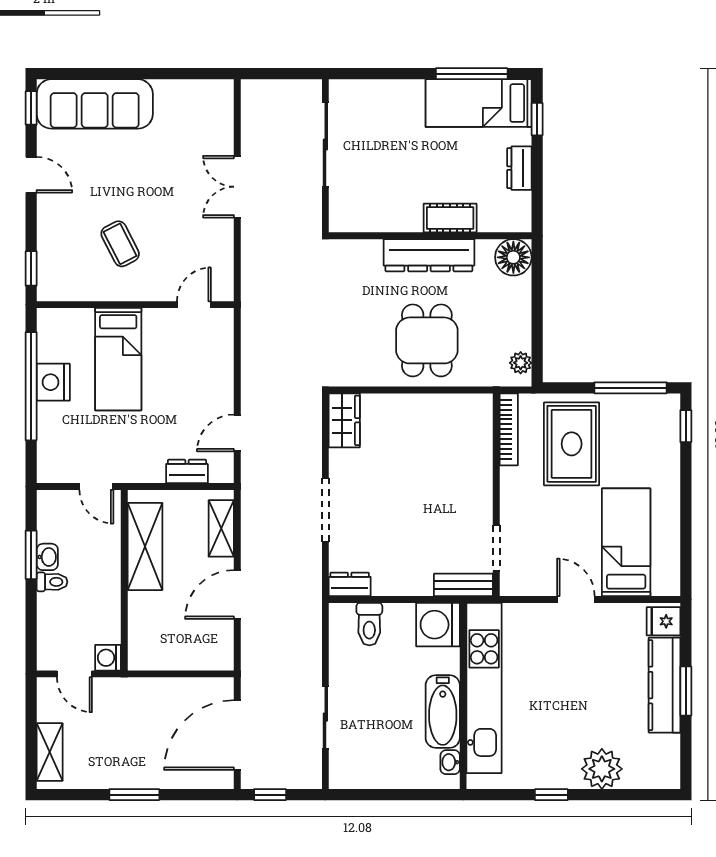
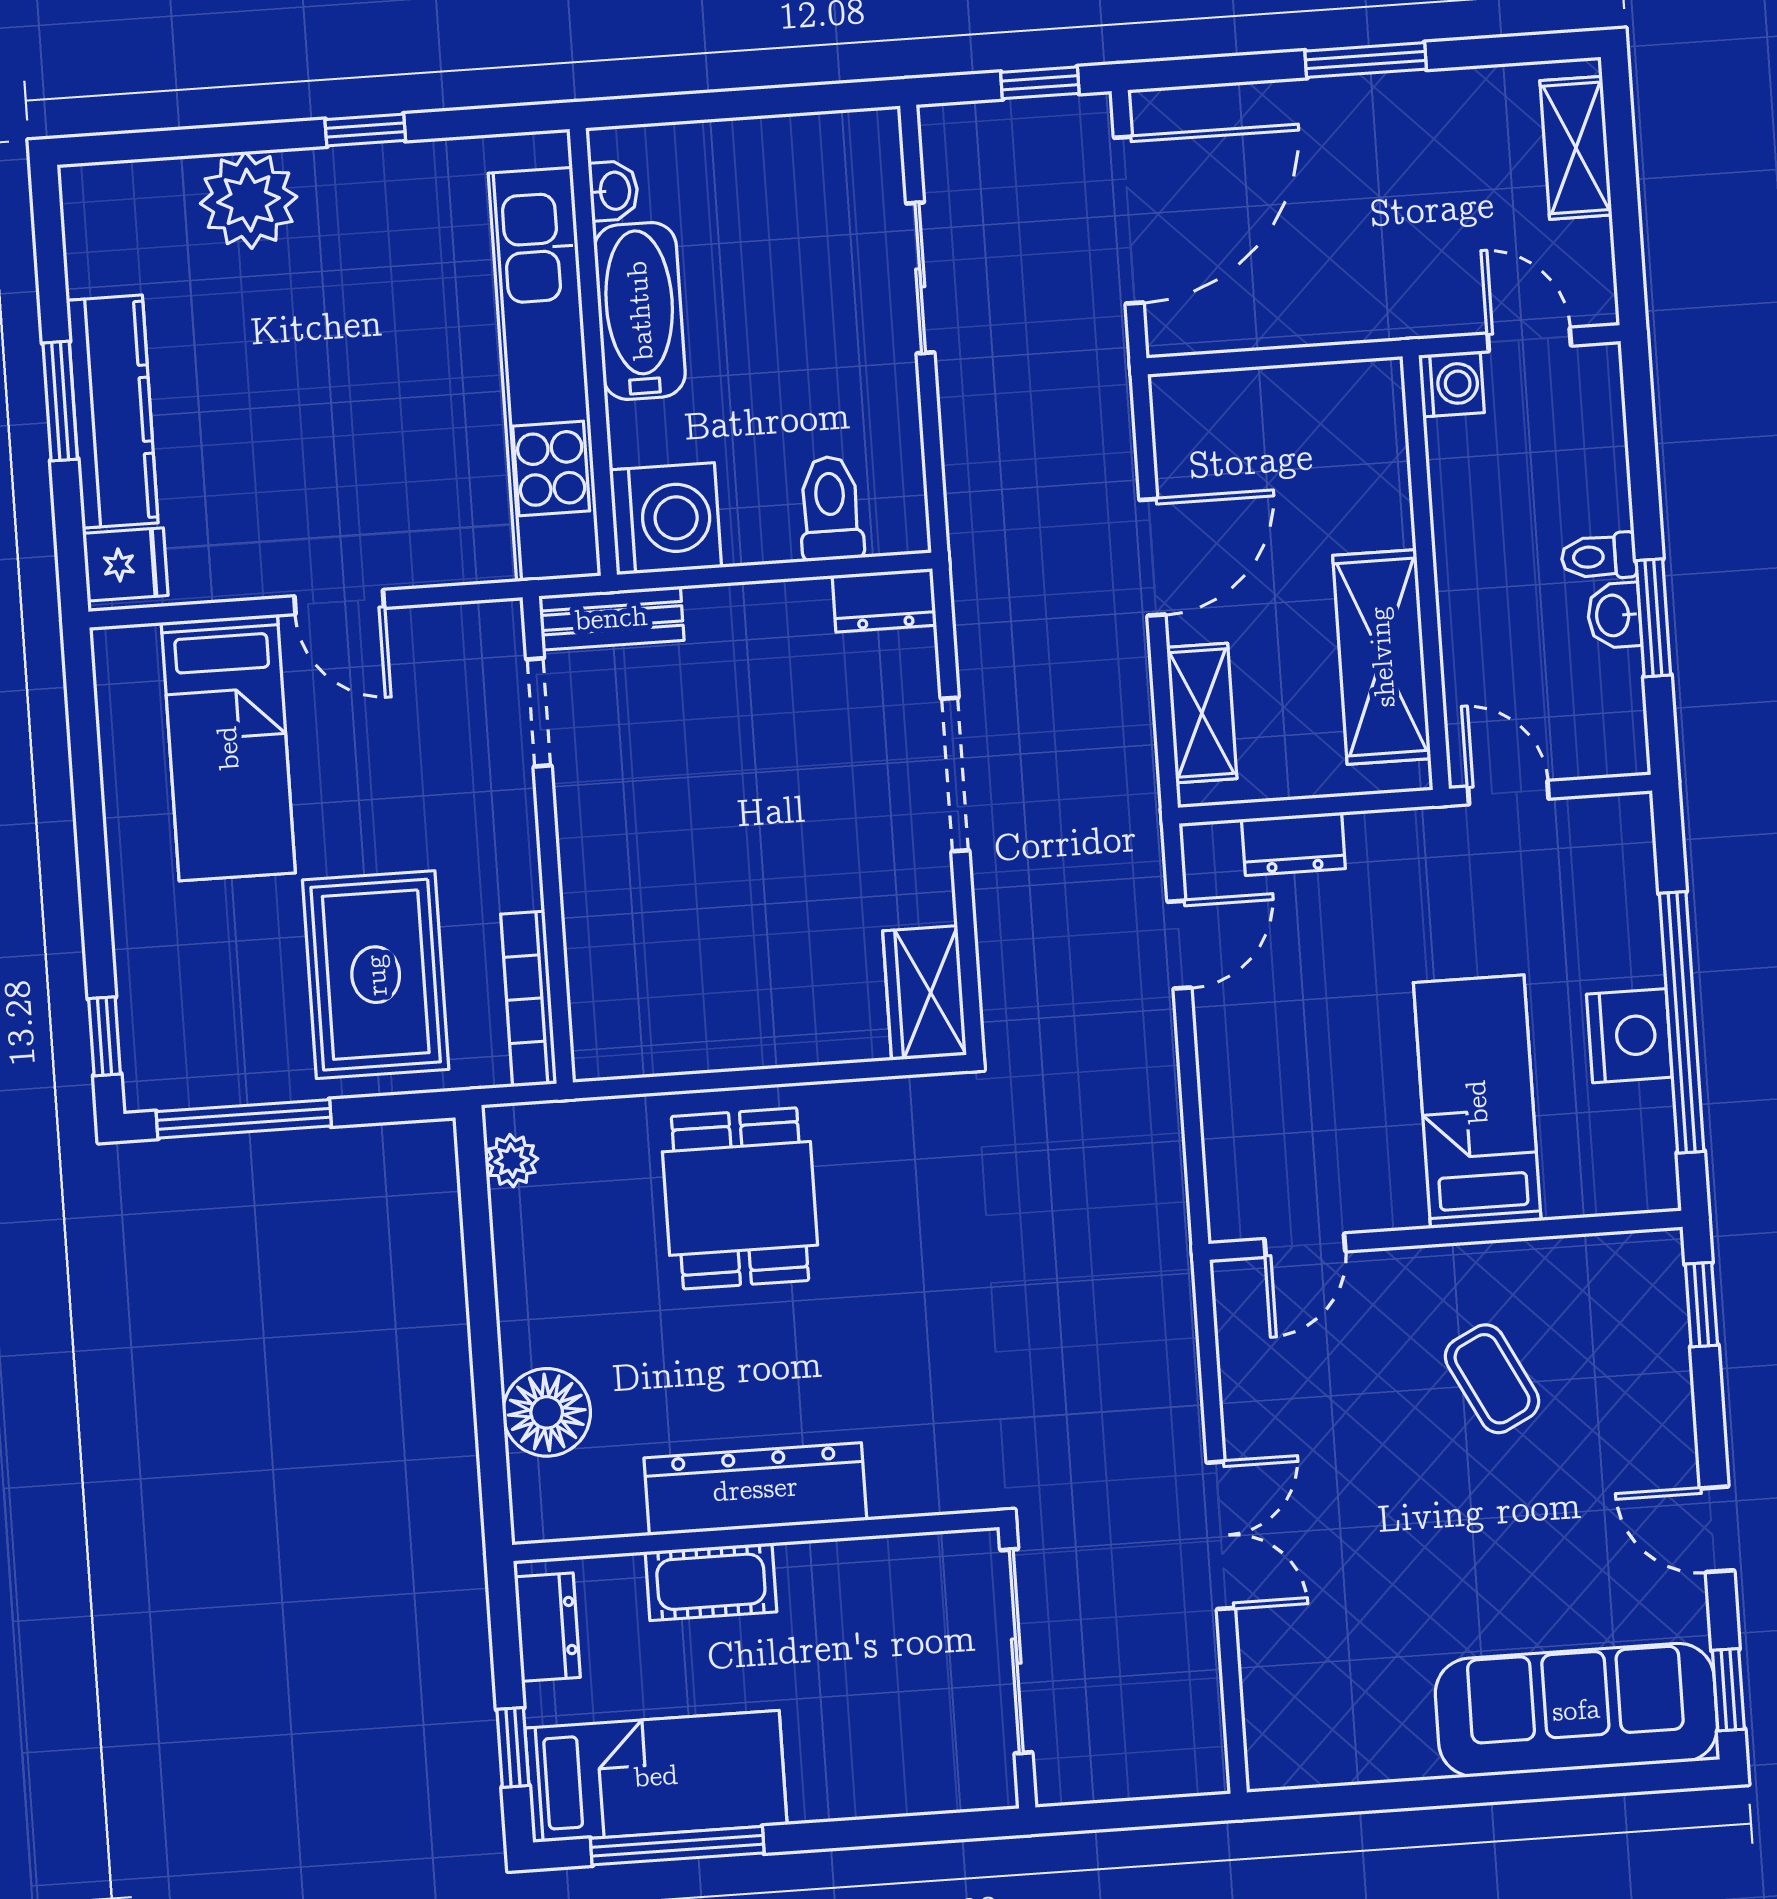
cot: (450, 218) -> (711, 1582), moved
wall: (430, 236) -> (756, 1536), moved
dresser: (429, 255) -> (755, 1489), moved

